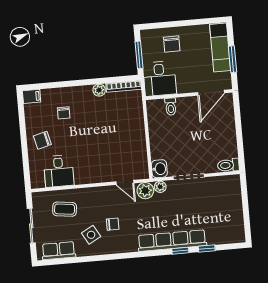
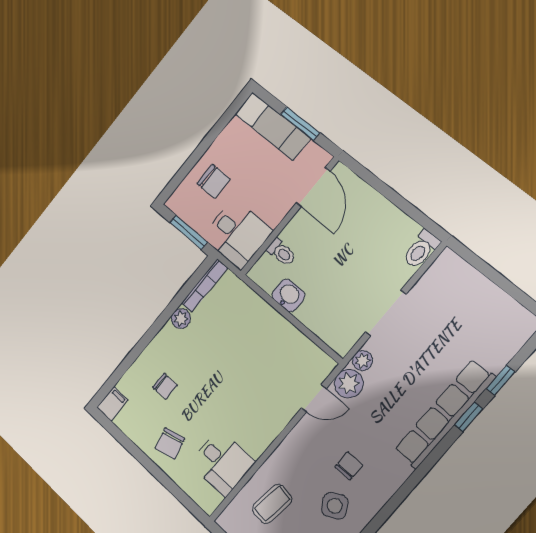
washbasin: (159, 169) -> (288, 295), moved

